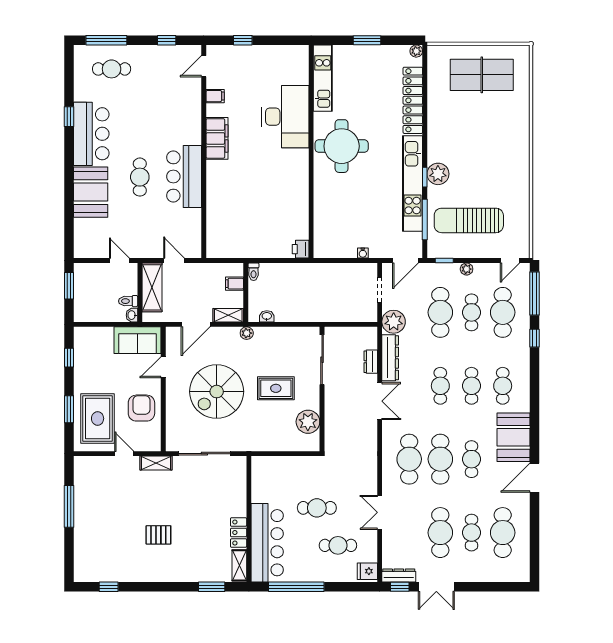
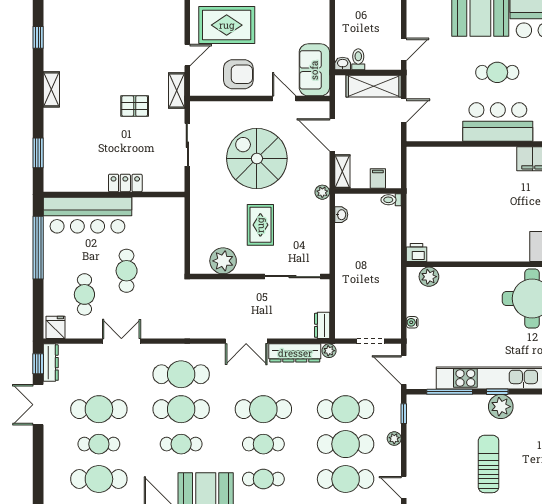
sun lounger: (469, 220) -> (489, 464), moved, width x0.73, depth x0.75
plant: (322, 238) -> (429, 277), added
cafe table: (471, 312) -> (346, 444), width x1.37, depth x1.35
plant: (394, 322) -> (329, 351), width x0.53, depth x0.53
dresser: (371, 362) -> (322, 325), moved, turned -90
cafe table: (440, 386) -> (263, 409), width x1.37, depth x1.35
sliding door: (204, 454) -> (187, 145), width x0.73
locker: (239, 533) -> (125, 183), moved
pallet: (158, 535) -> (135, 106), moved, turned 90
shelving: (239, 565) -> (51, 89), moved, turned 90

